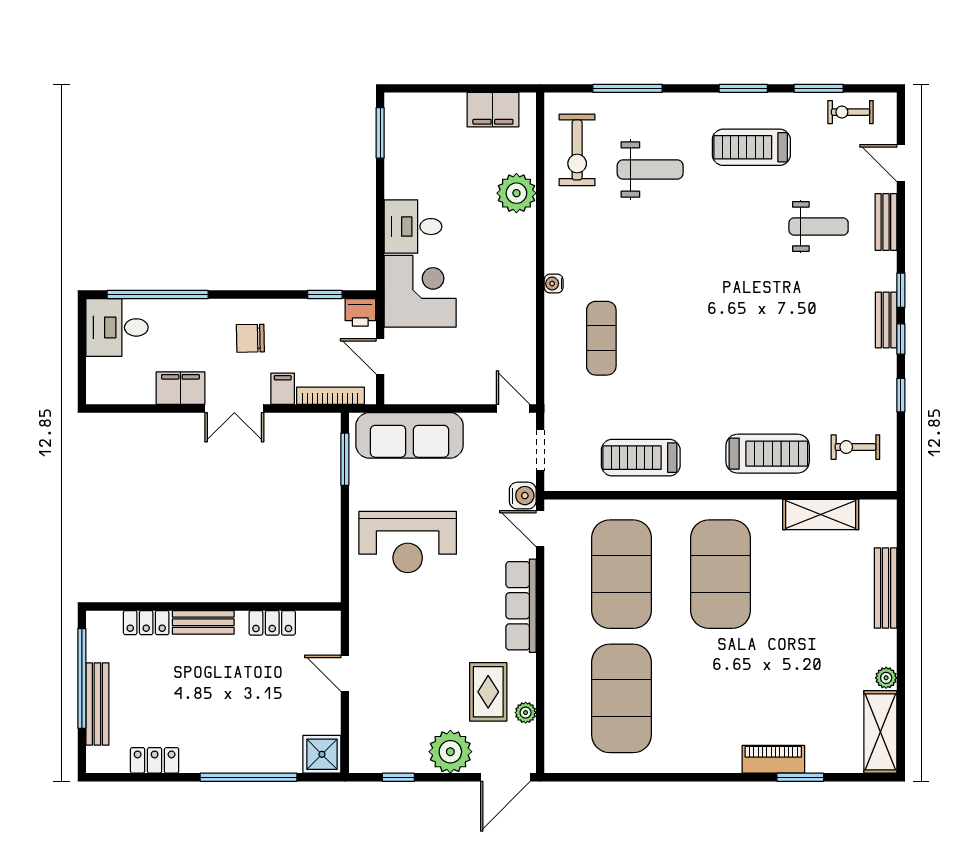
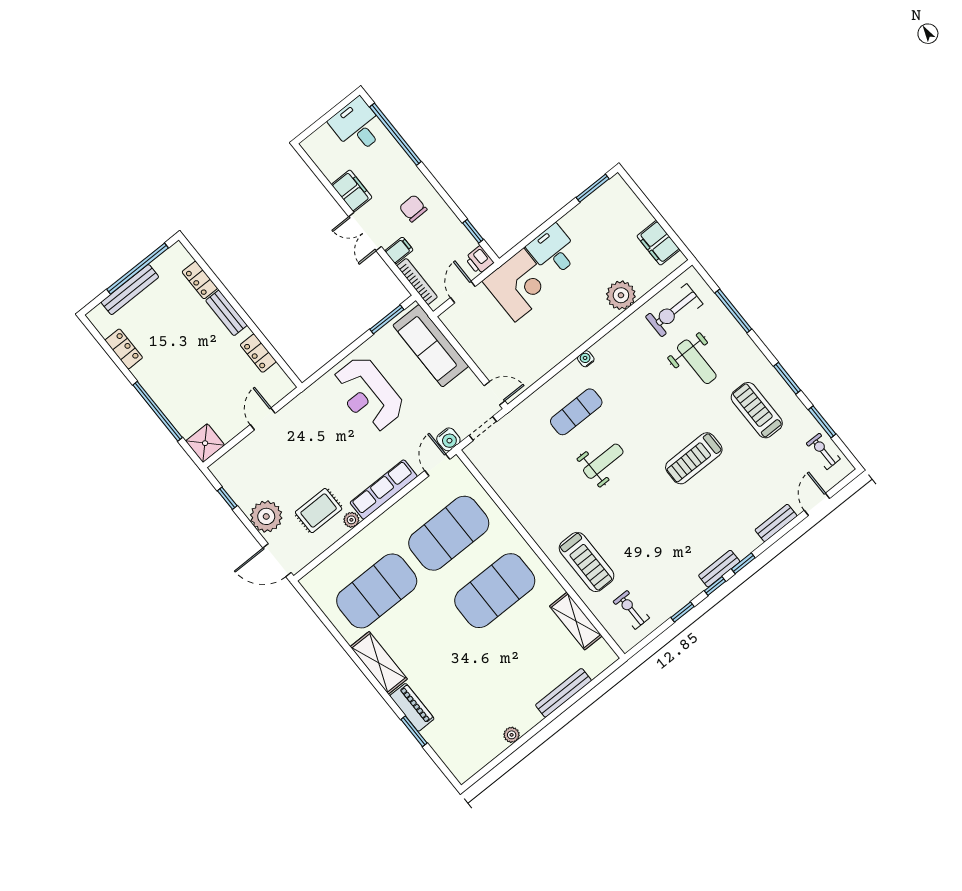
weight bench: (819, 227) -> (603, 461), moved, turned -90
door: (513, 408) -> (494, 393), hinge flipped
treadmill: (641, 458) -> (694, 458), moved, turned -90
plant: (526, 713) -> (351, 520), moved
shelving: (880, 732) -> (379, 663), moved, turned 90

